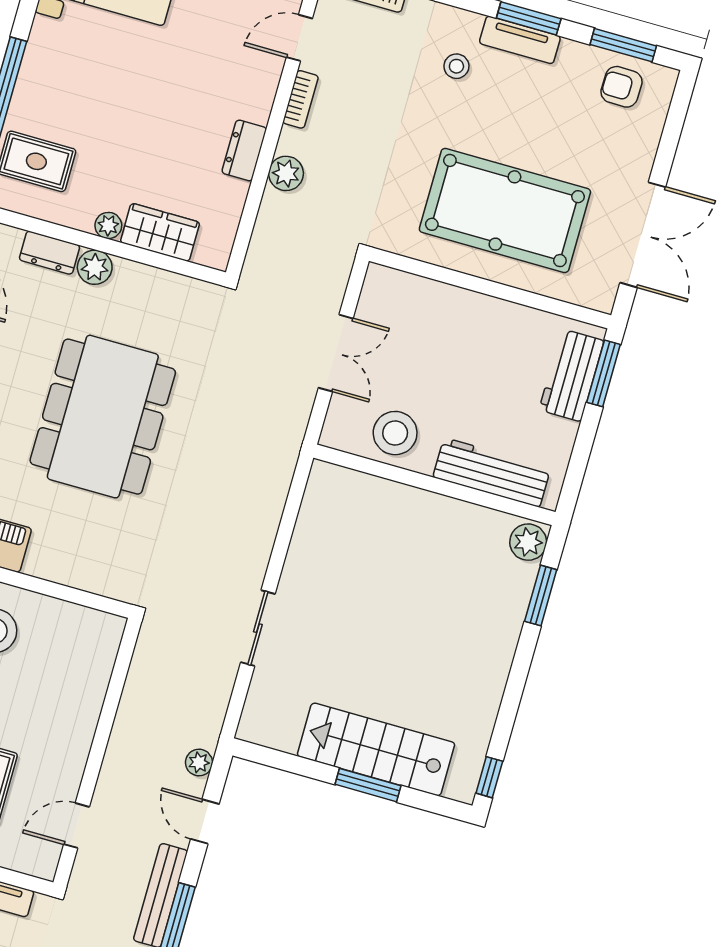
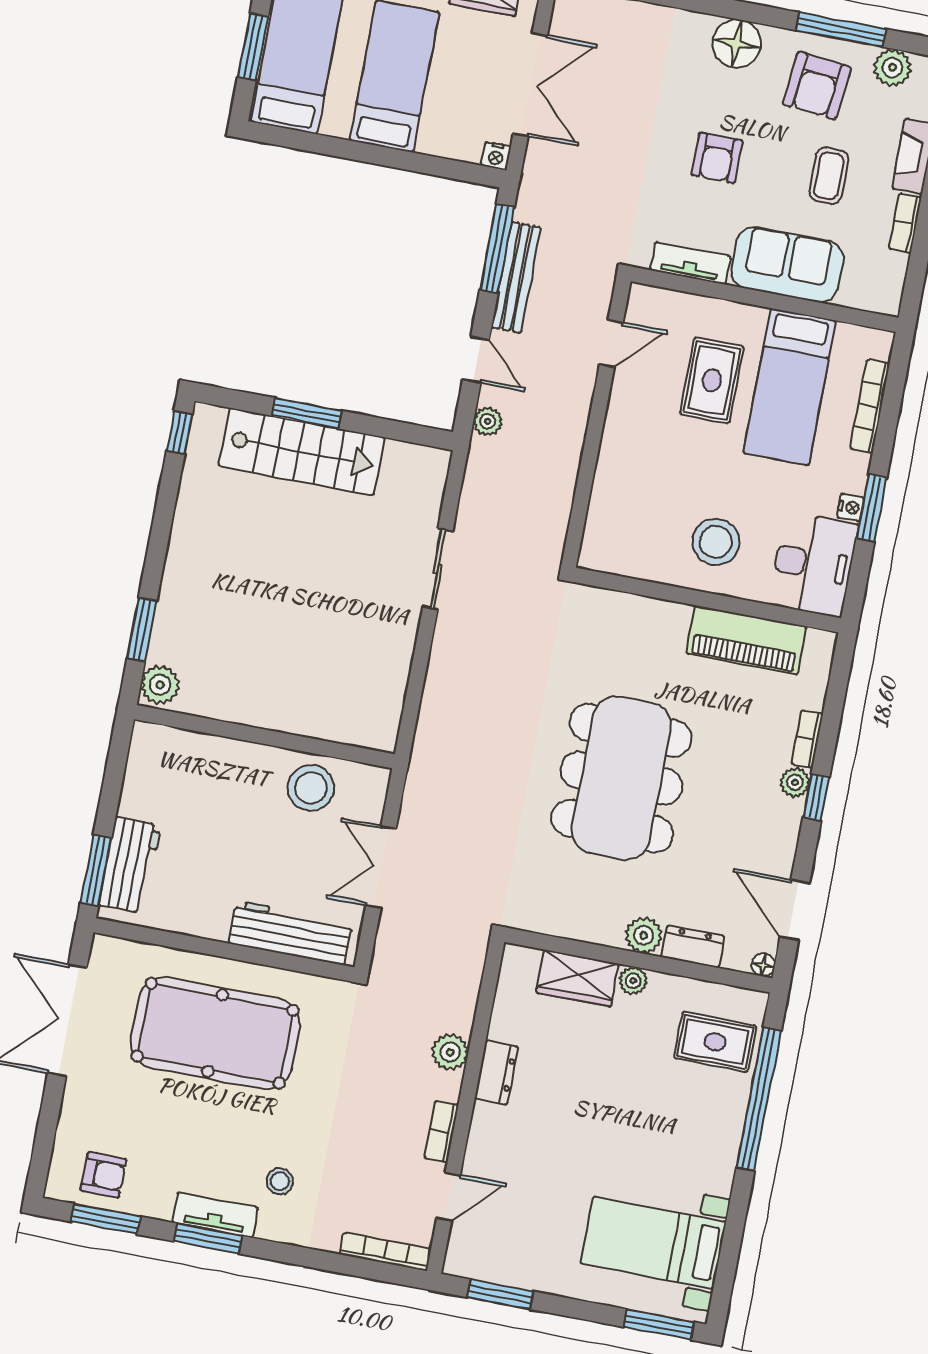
workbench: (492, 472) -> (291, 933), moved, turned 180

